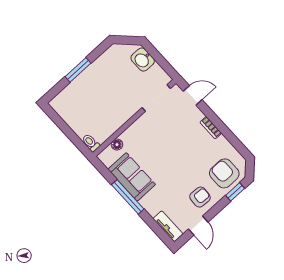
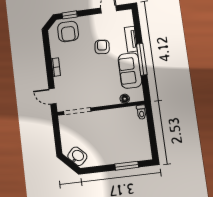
washbasin: (143, 60) -> (77, 156), moved, turned -45
window: (78, 70) -> (127, 166), moved
armchair: (200, 197) -> (102, 47), moved, turned 93
tv unit: (168, 226) -> (131, 39), moved

